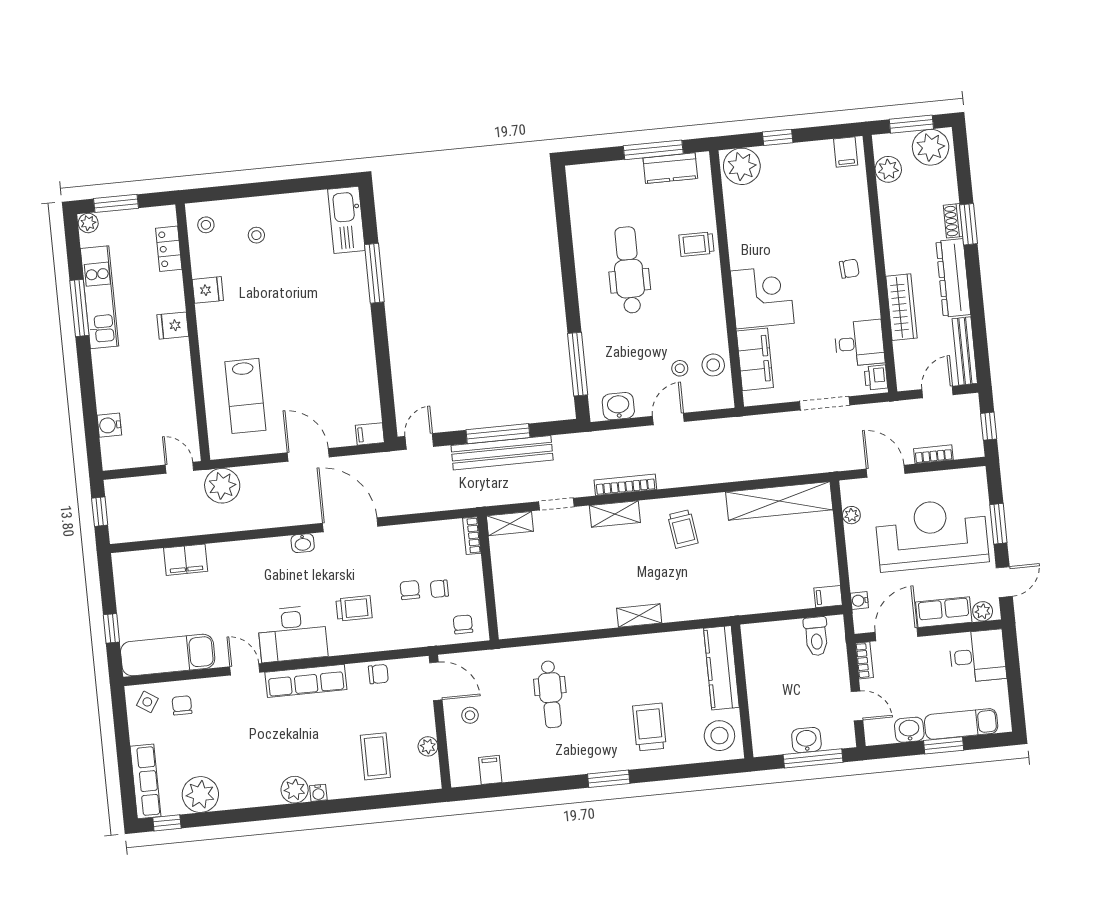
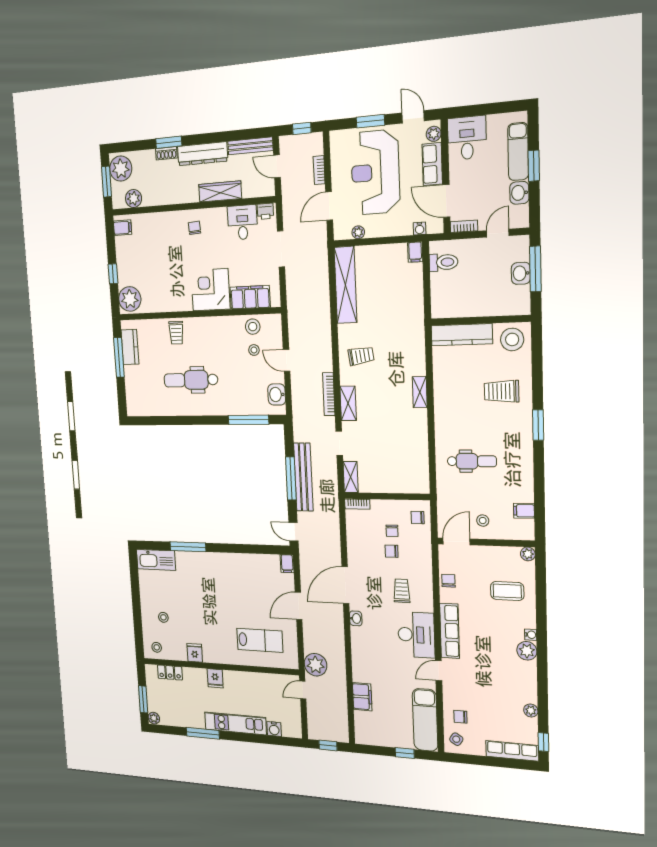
kitchen unit: (100, 297) -> (235, 723), moved
plant: (428, 746) -> (528, 554), moved
plant: (200, 794) -> (531, 710), width x0.53, depth x0.53

